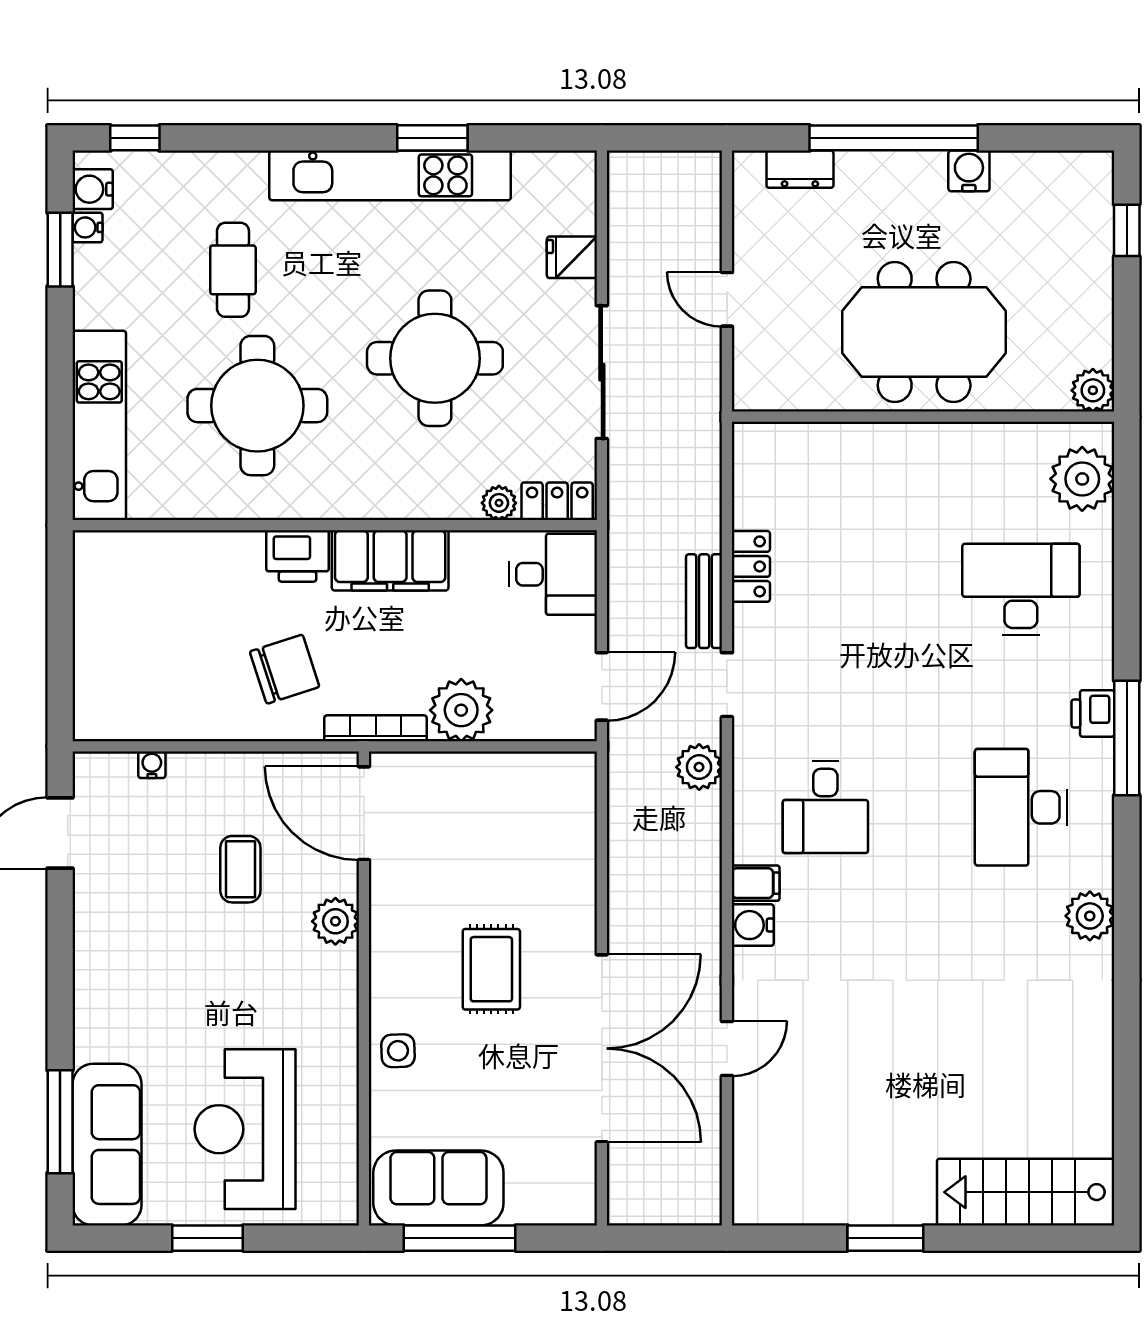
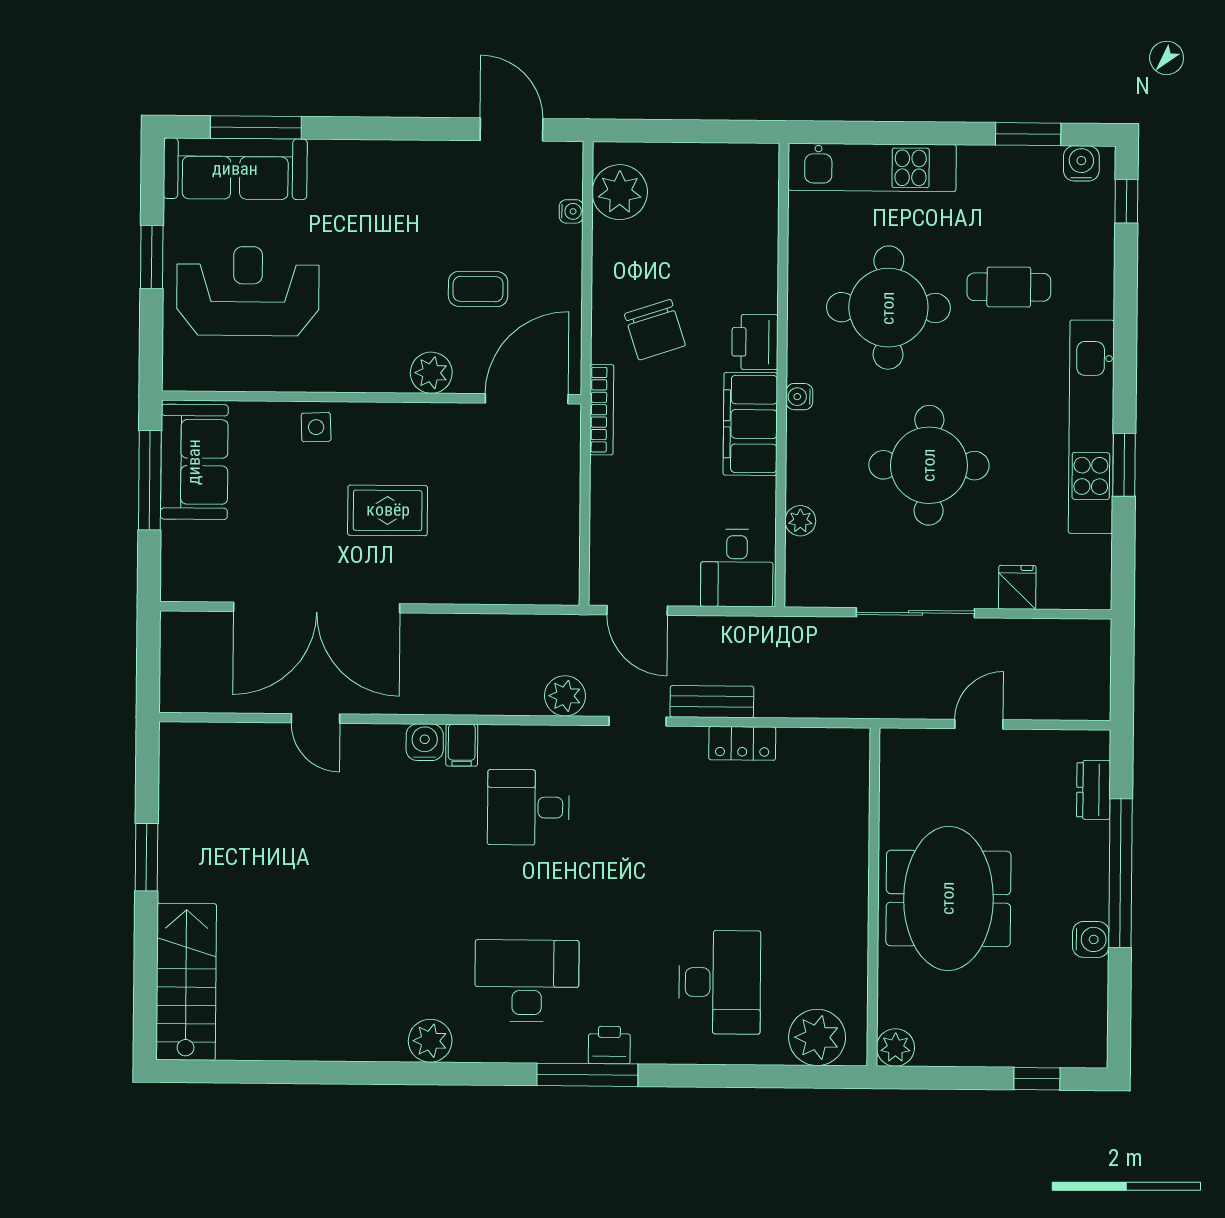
water cooler: (87, 227) -> (799, 397), moved, turned -90
locker: (557, 501) -> (801, 572), removed
plant: (461, 710) -> (620, 192), moved

